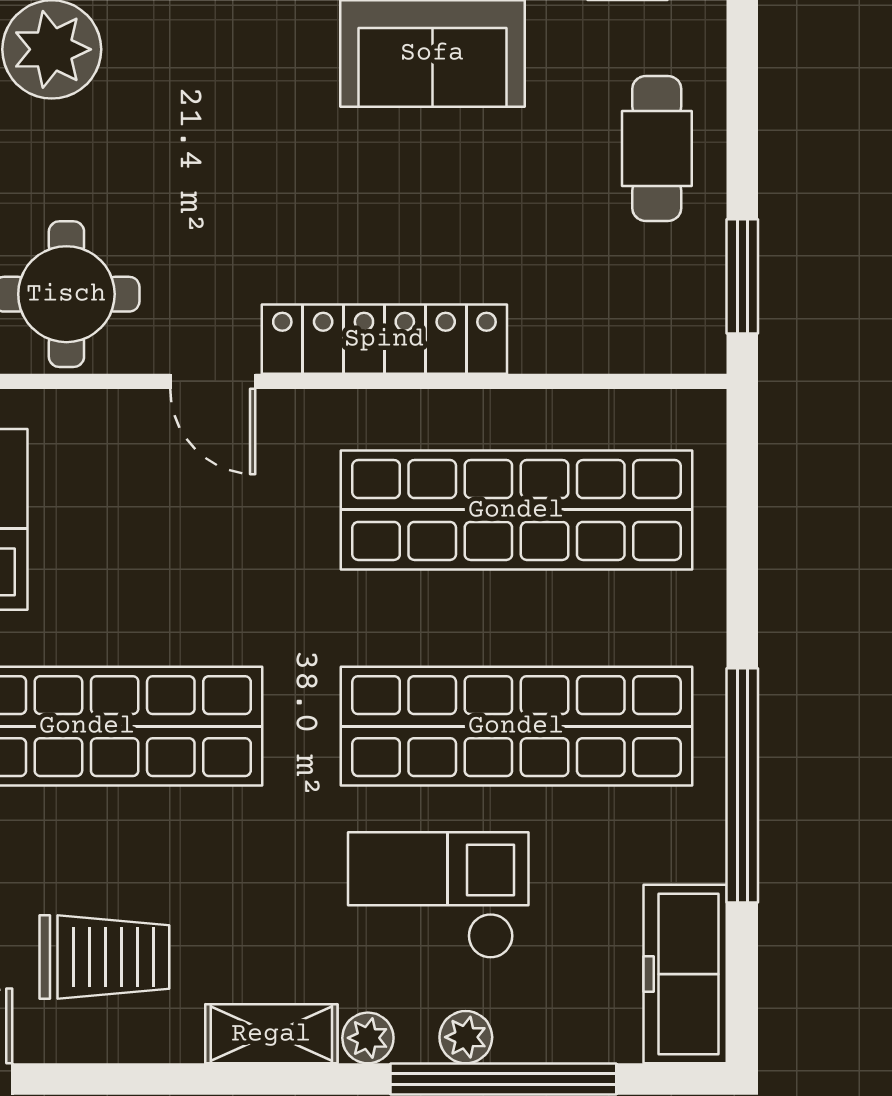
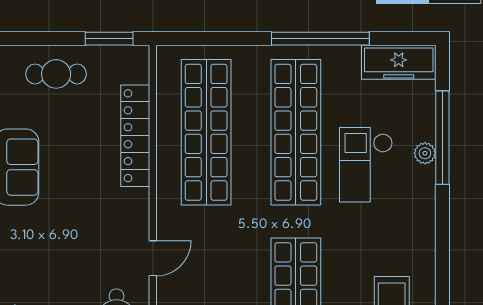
locker: (384, 339) -> (135, 136), moved
shelving: (271, 1034) -> (423, 234), removed
plant: (368, 1038) -> (425, 194), removed

